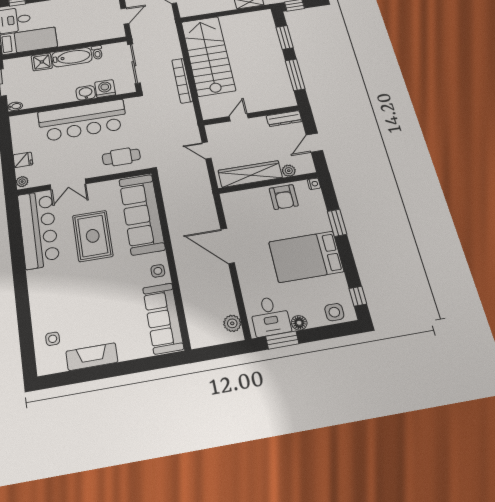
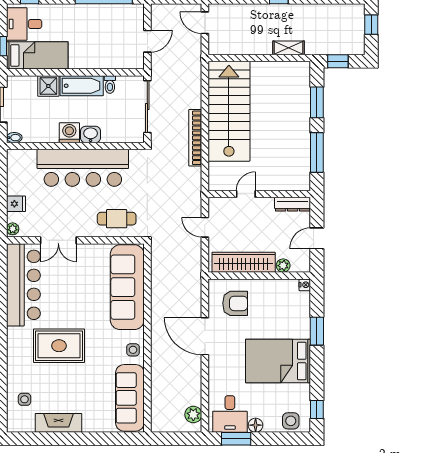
washing machine: (105, 89) -> (69, 133), moved
armchair: (284, 197) -> (235, 303), moved, turned -90
rug: (93, 236) -> (59, 346), moved, turned 90

